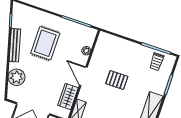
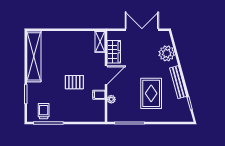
filing cabinet: (97, 59) -> (99, 95), added
door: (83, 76) -> (106, 75), hinge flipped

